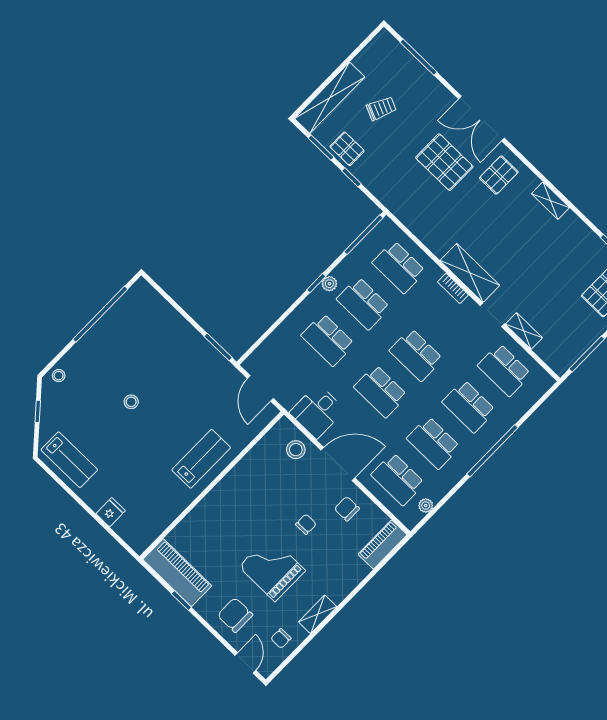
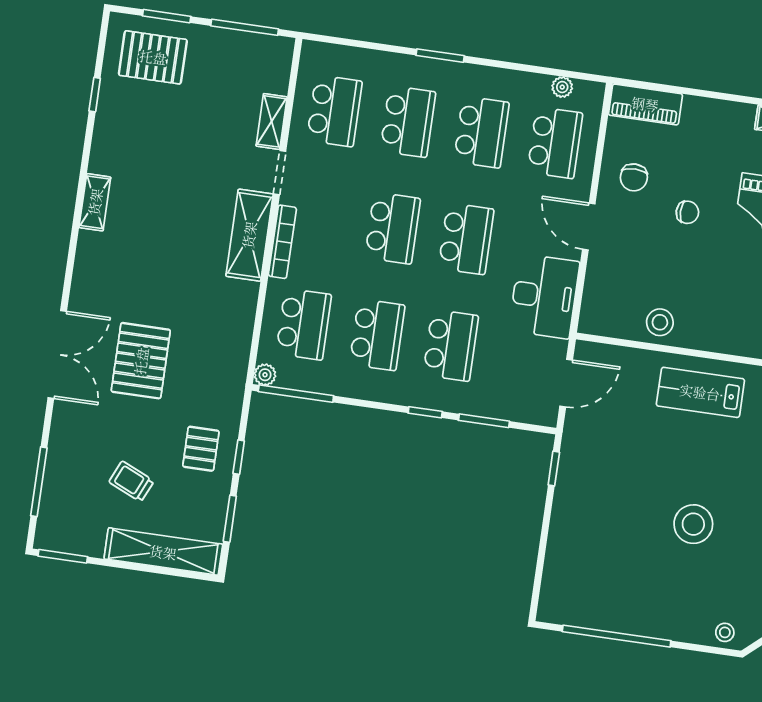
window: (368, 40) -> (63, 556), added
pallet: (347, 149) -> (201, 449), moved
pallet: (499, 175) -> (109, 285), removed
window: (316, 283) -> (425, 412), moved
plant: (329, 284) -> (265, 375), moved
bookcase: (453, 288) -> (282, 242), width x1.56
window: (273, 328) -> (484, 421), added
window: (218, 347) -> (554, 469), width x0.67
stool: (131, 402) -> (693, 524), width x1.89, depth x1.89
desk: (317, 411) -> (544, 296), width x1.37
stool: (296, 450) -> (660, 322), moved
window: (492, 451) -> (440, 56), width x0.47
door: (338, 464) -> (589, 226), width x0.73
chair: (306, 524) -> (687, 212), turned 180

